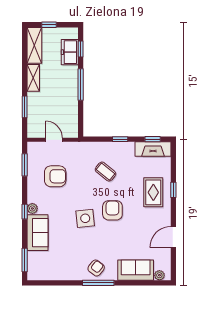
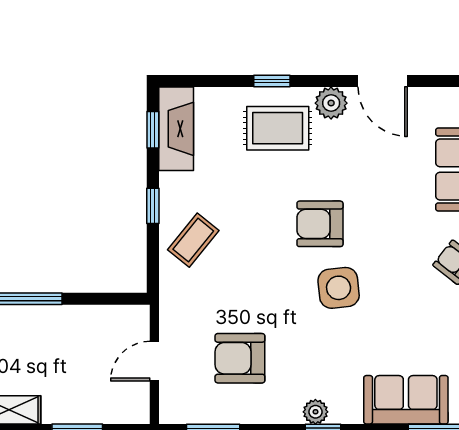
coffee table: (105, 172) -> (193, 240), moved
armchair: (55, 176) -> (240, 358), turned -90
plant: (164, 215) -> (331, 103), added
sofa: (38, 233) -> (406, 400), moved

